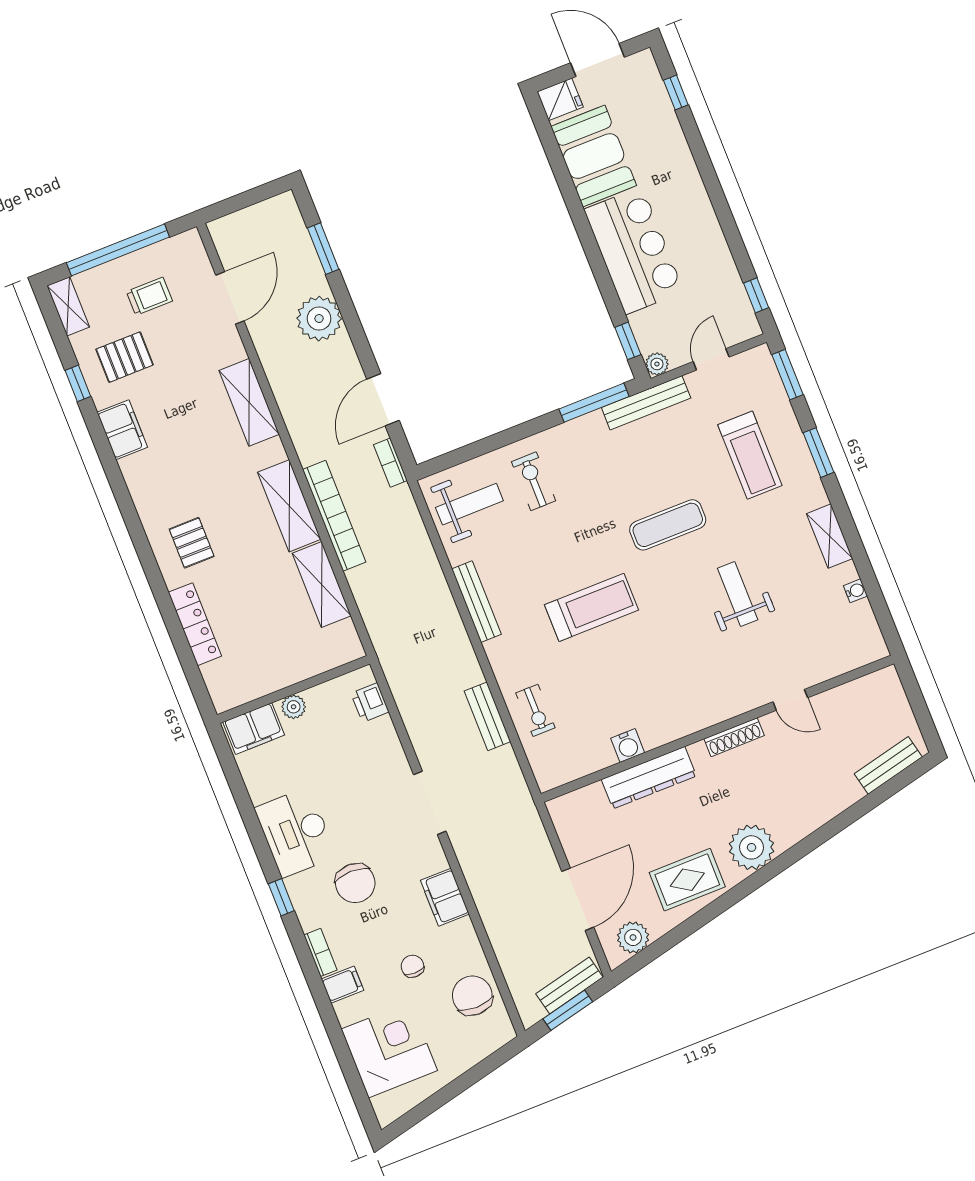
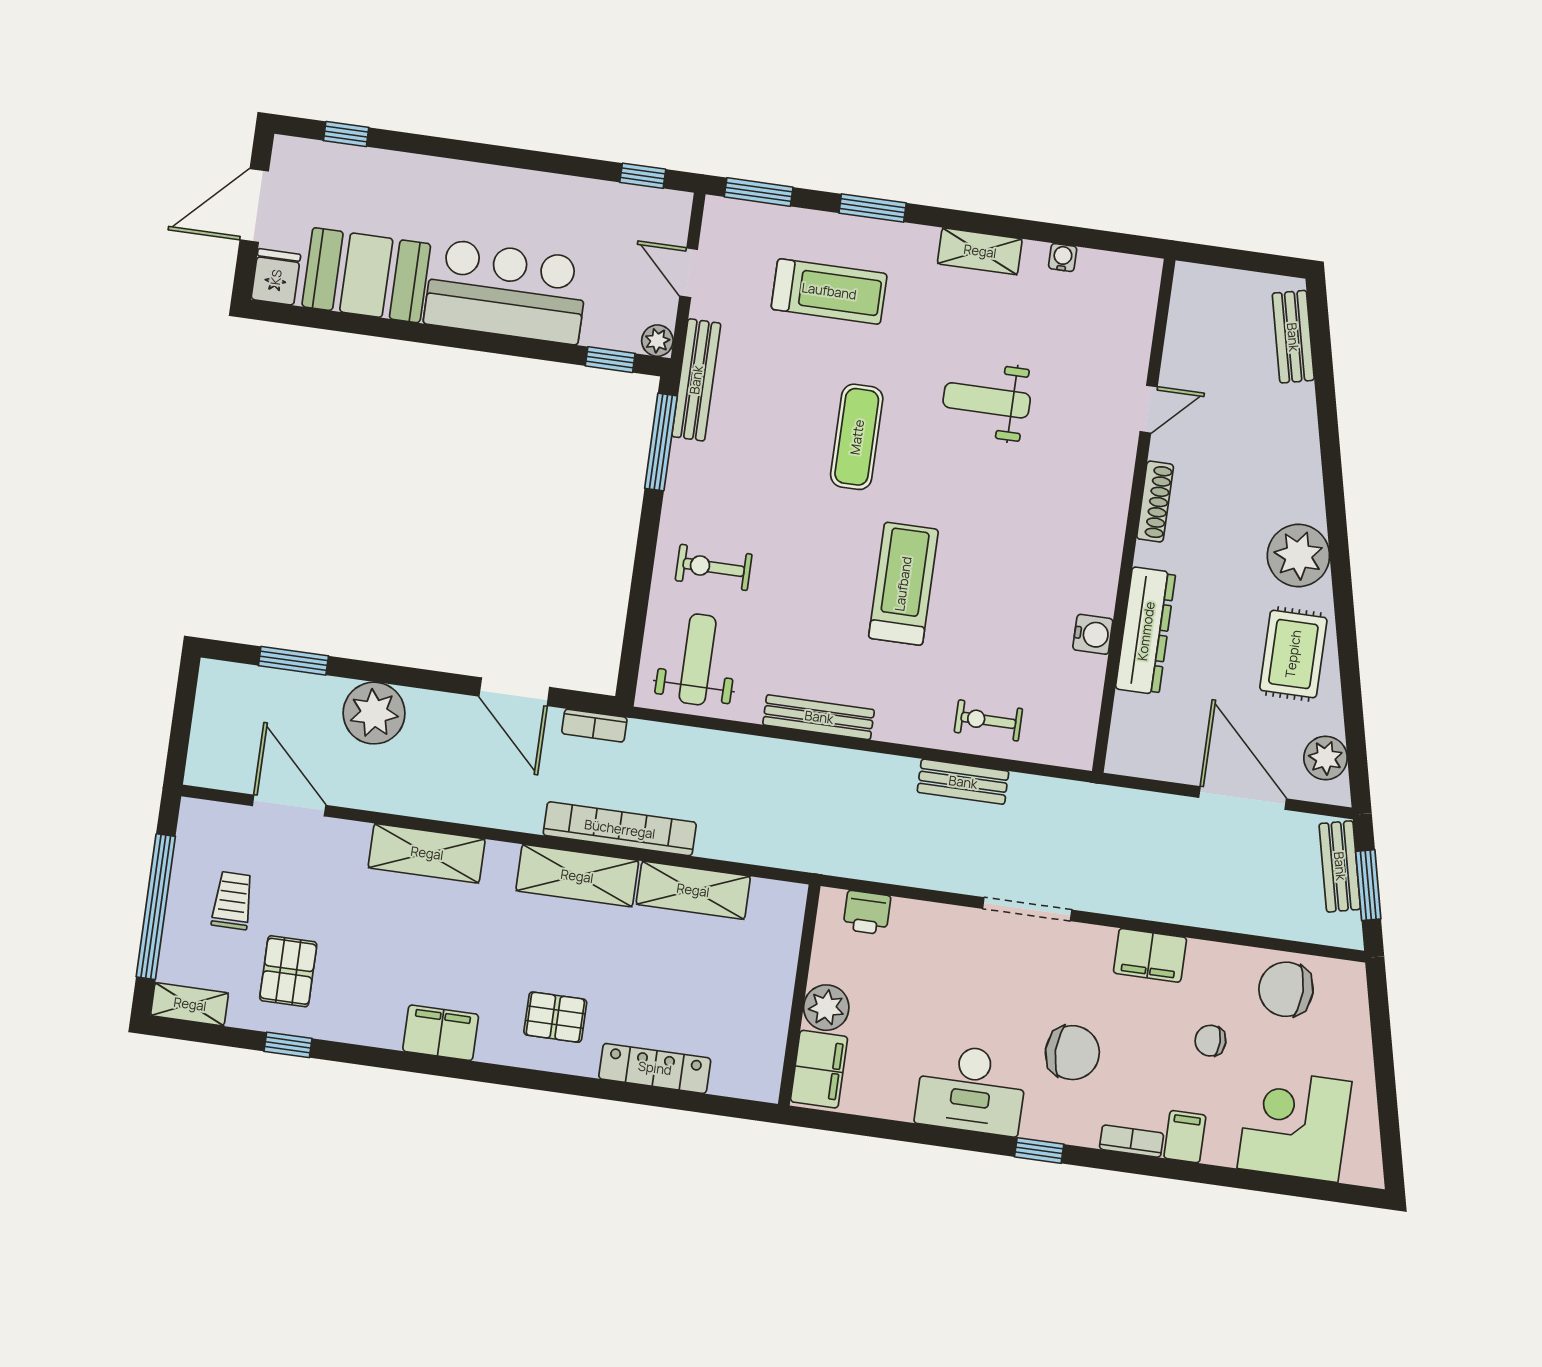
filing cabinet: (122, 430) -> (441, 1033), moved
plant: (294, 707) -> (826, 1008), width x1.38, depth x1.38
exercise bike: (535, 710) -> (988, 720), turned 180

